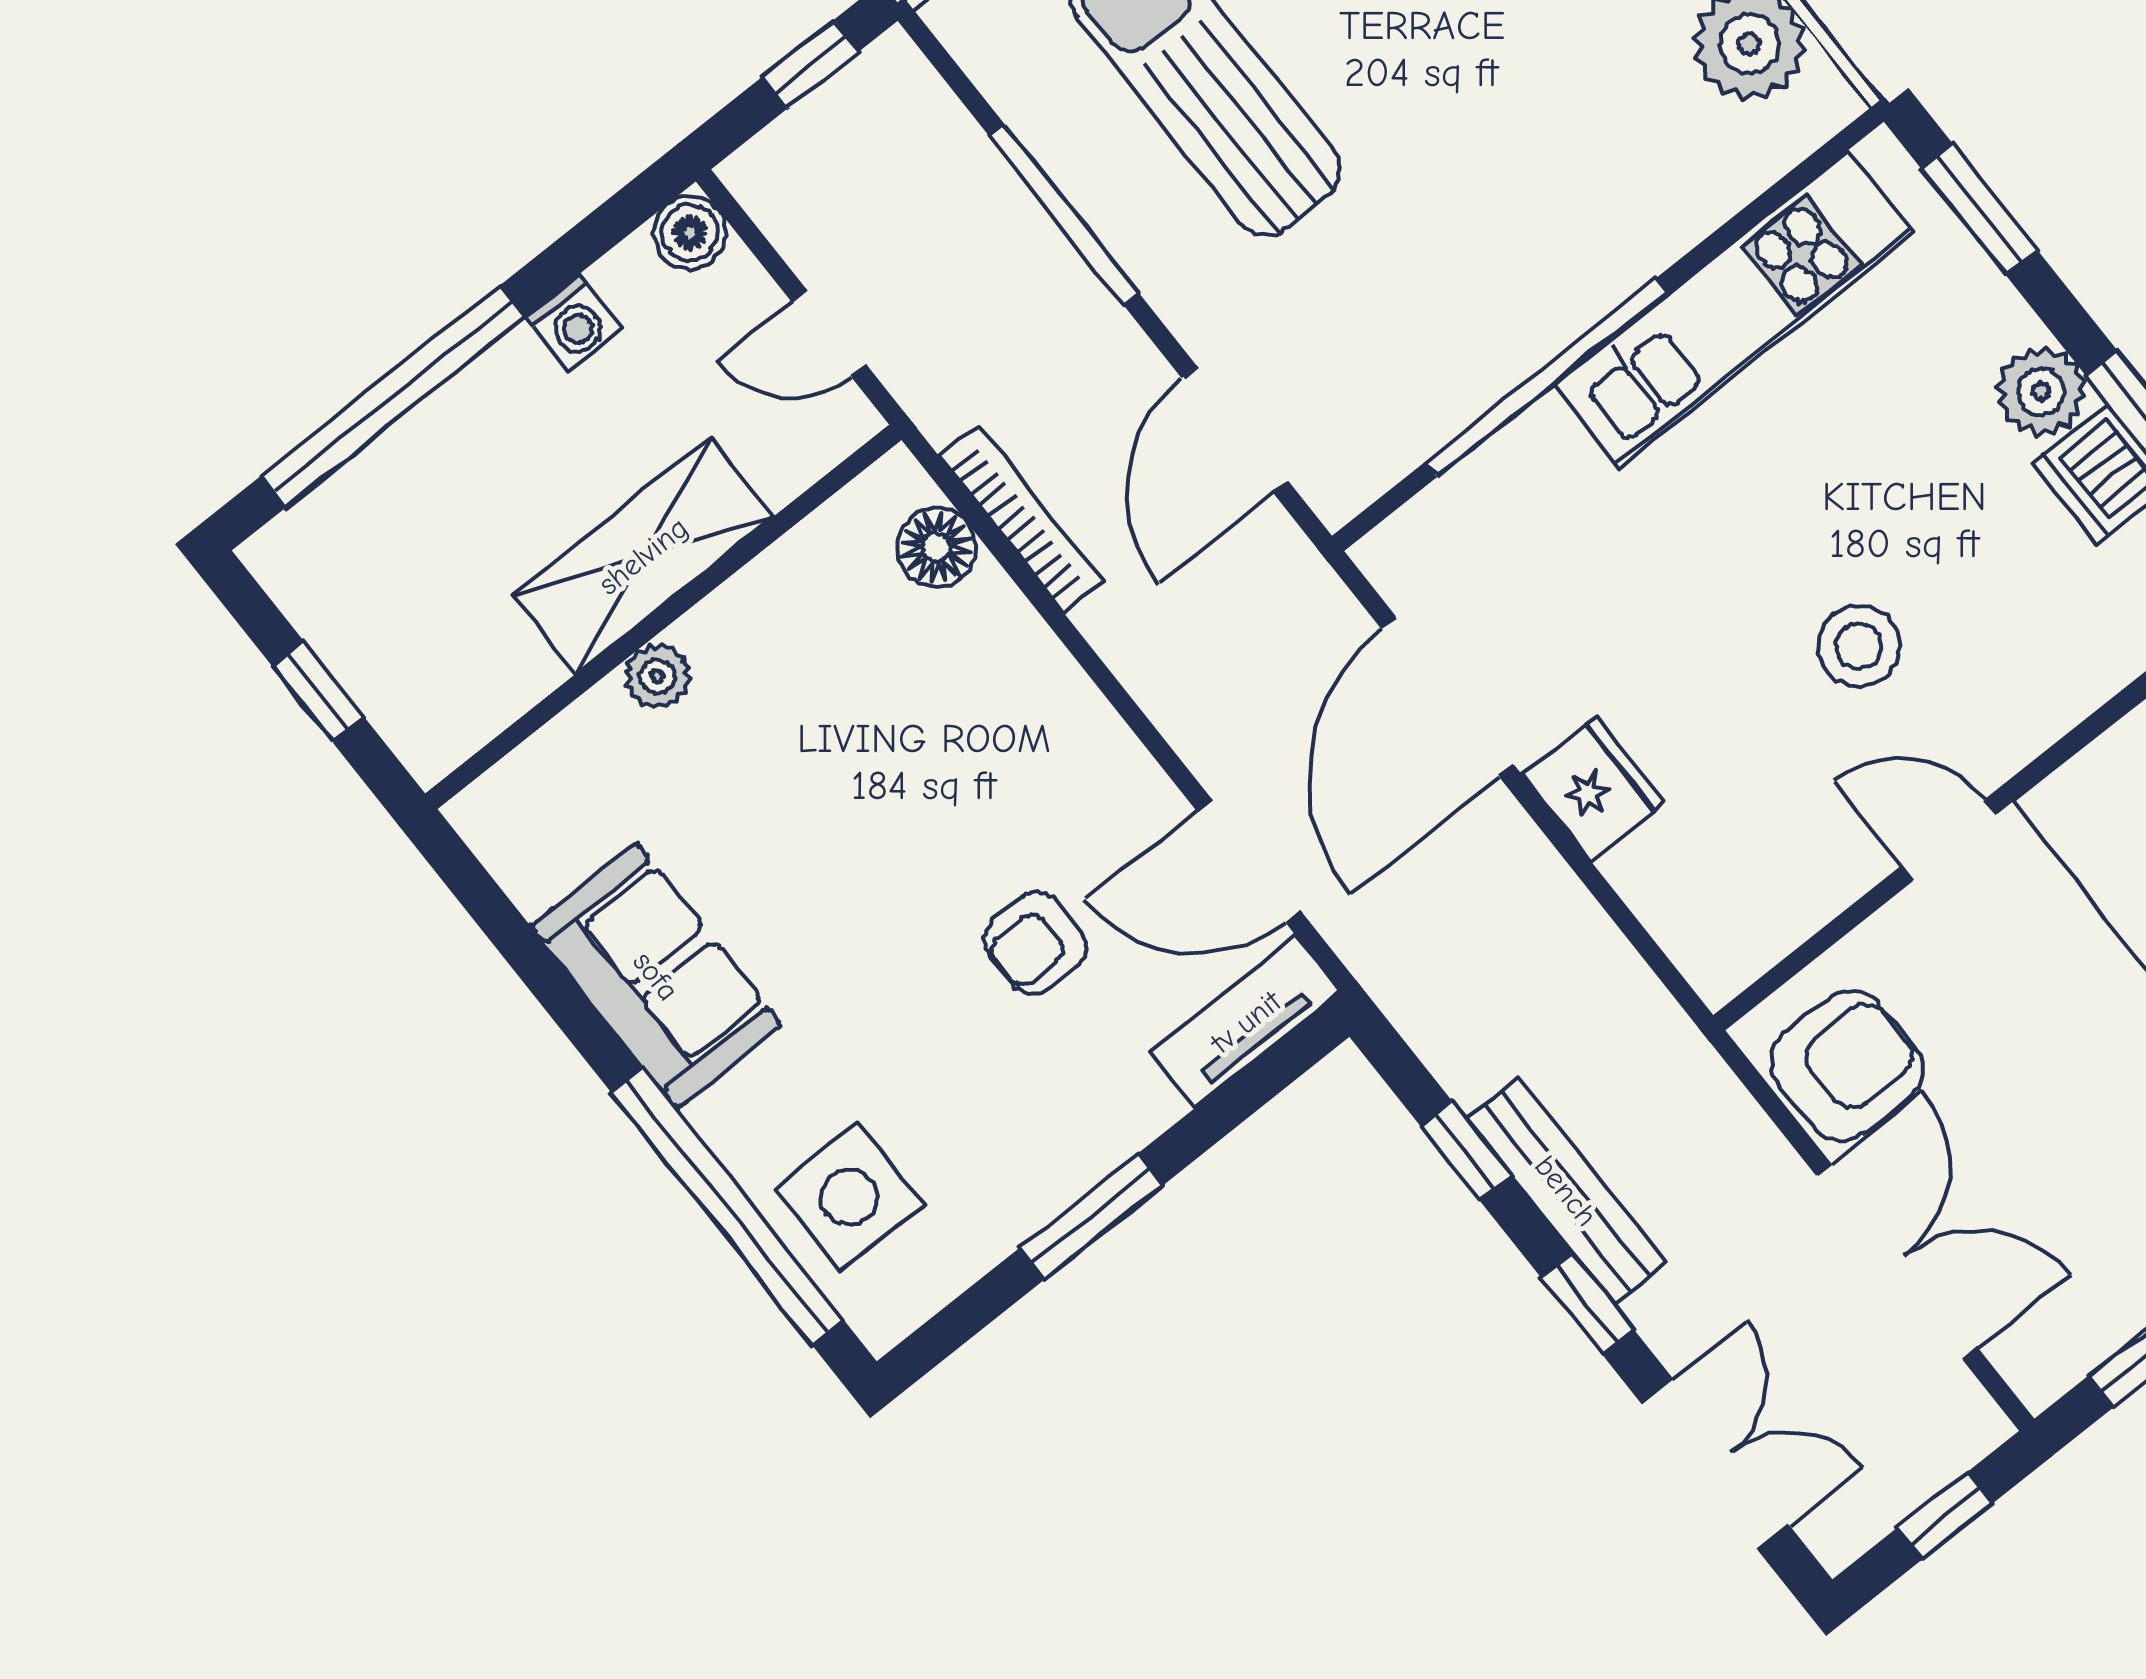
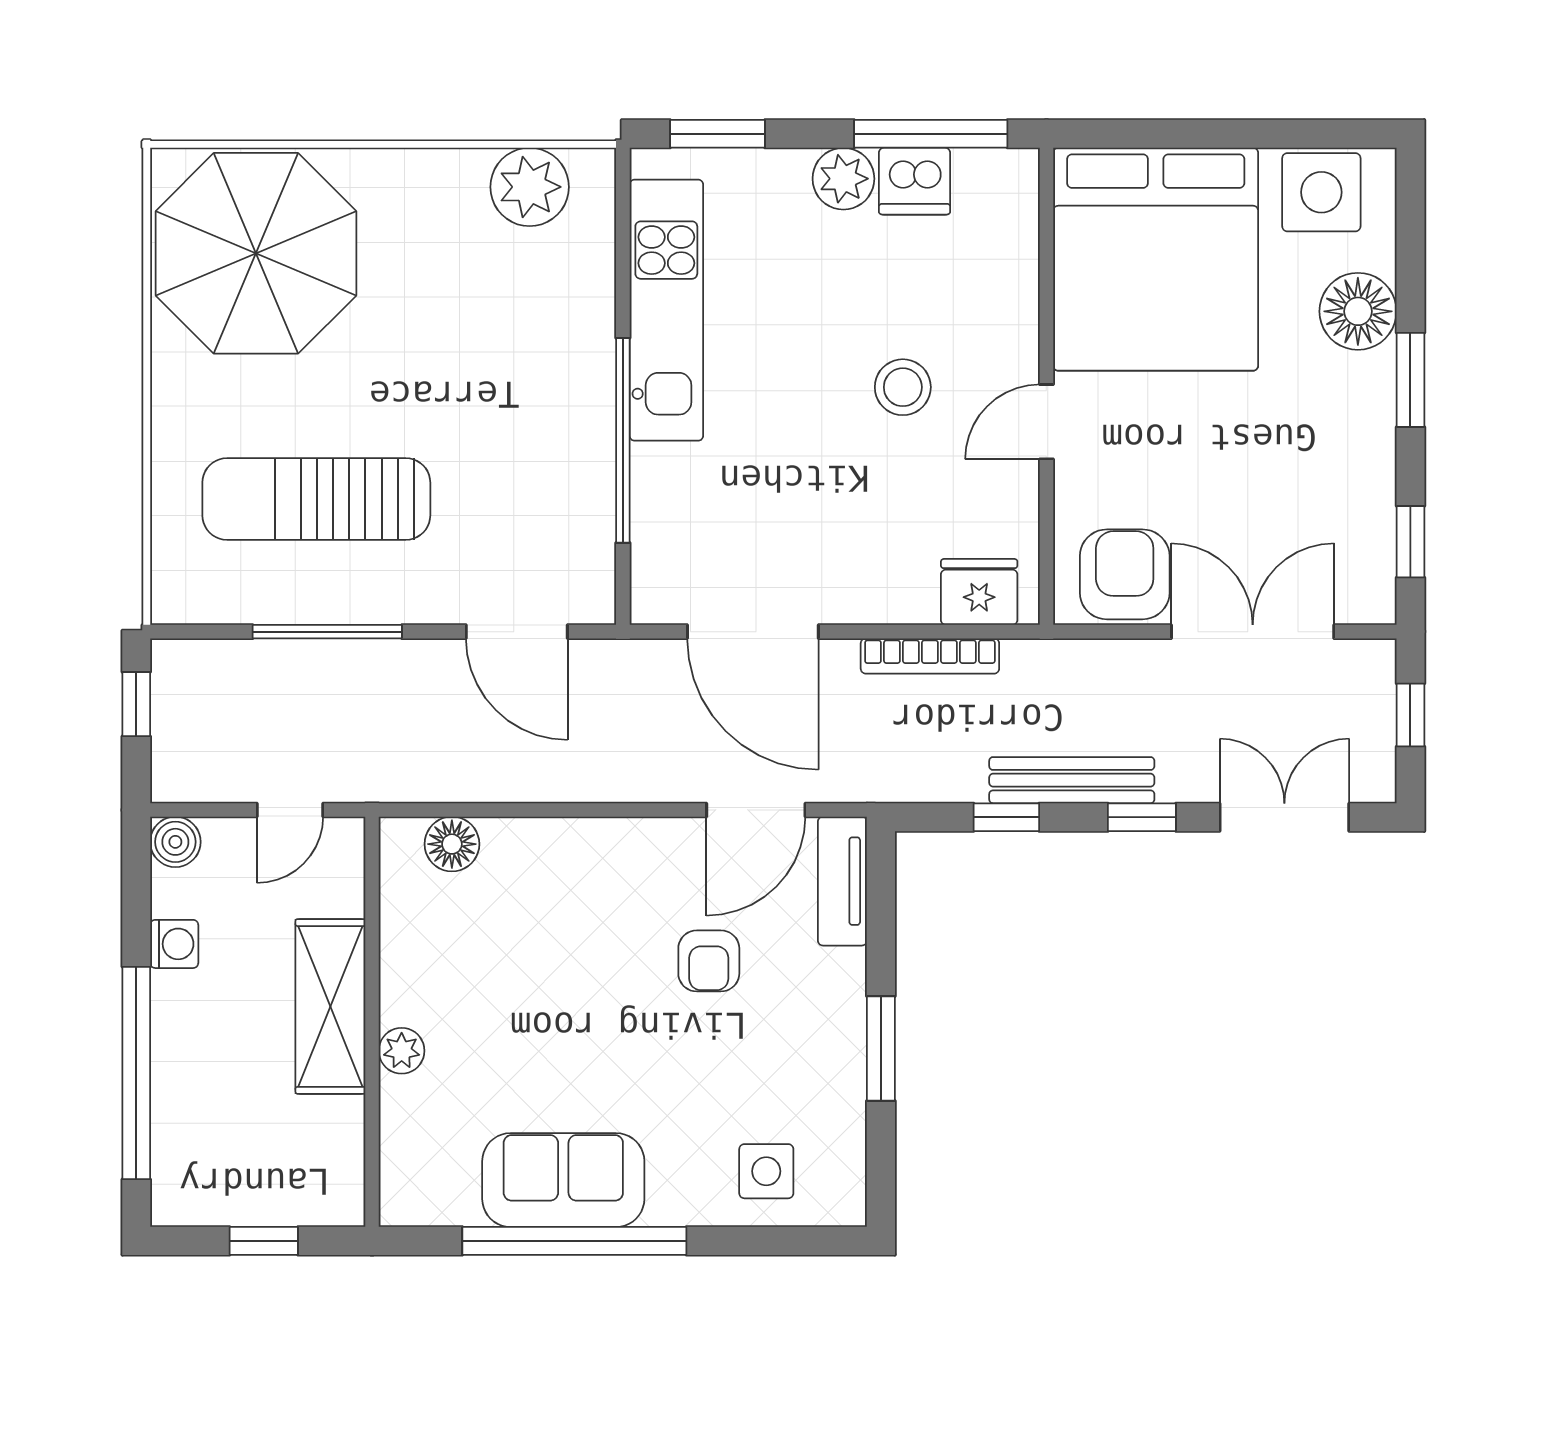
bookcase: (1022, 519) -> (930, 656), moved, turned 180
fridge: (1594, 788) -> (979, 592), moved
side table: (849, 1197) -> (766, 1171), width x0.73, depth x0.73
window: (727, 1206) -> (574, 1241), moved

